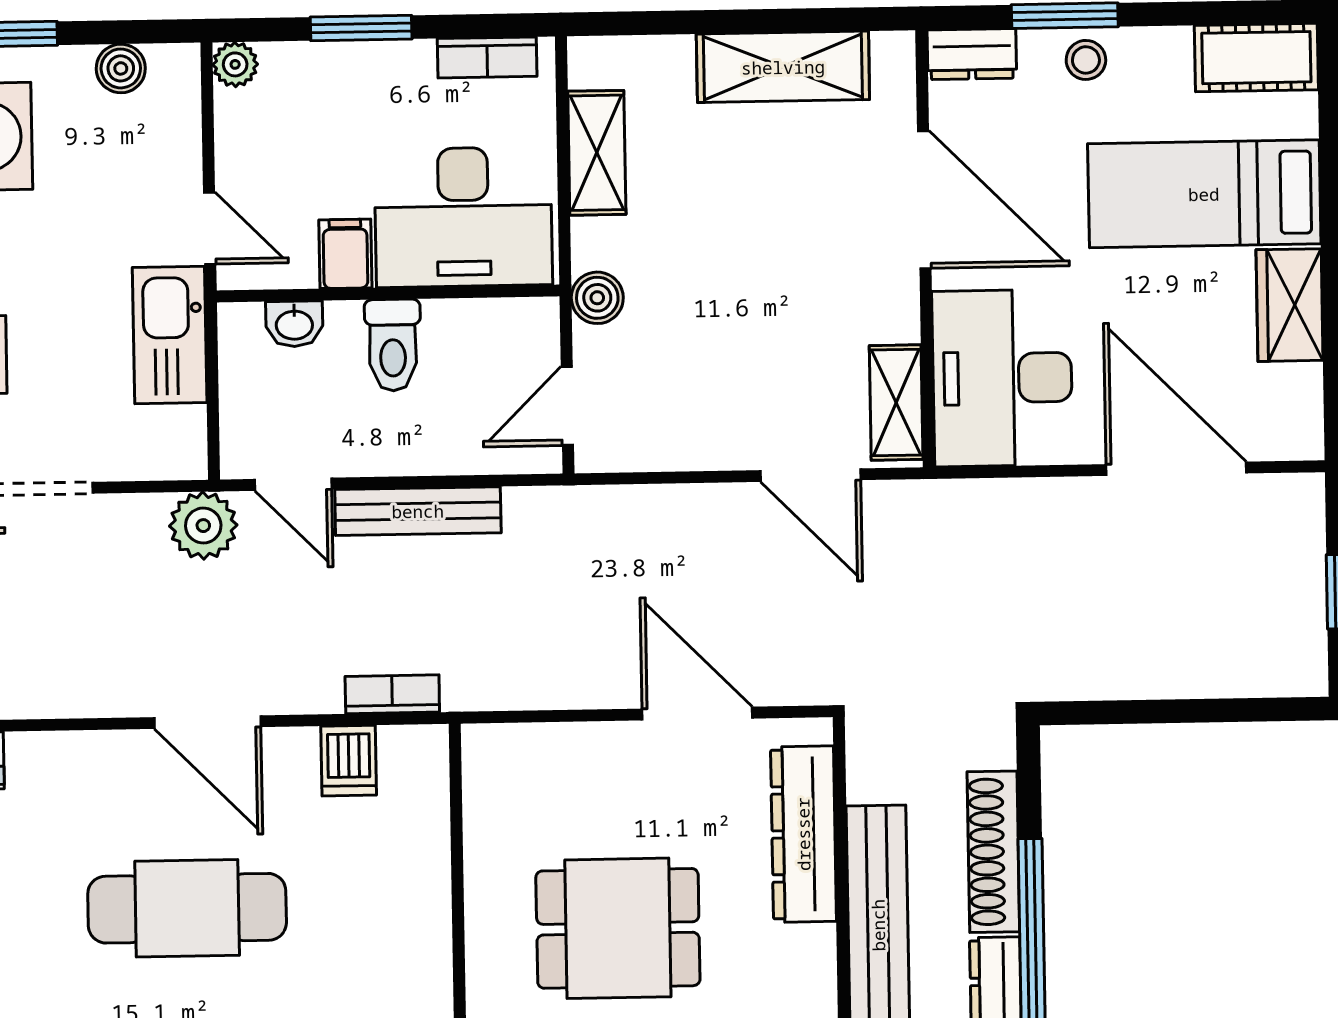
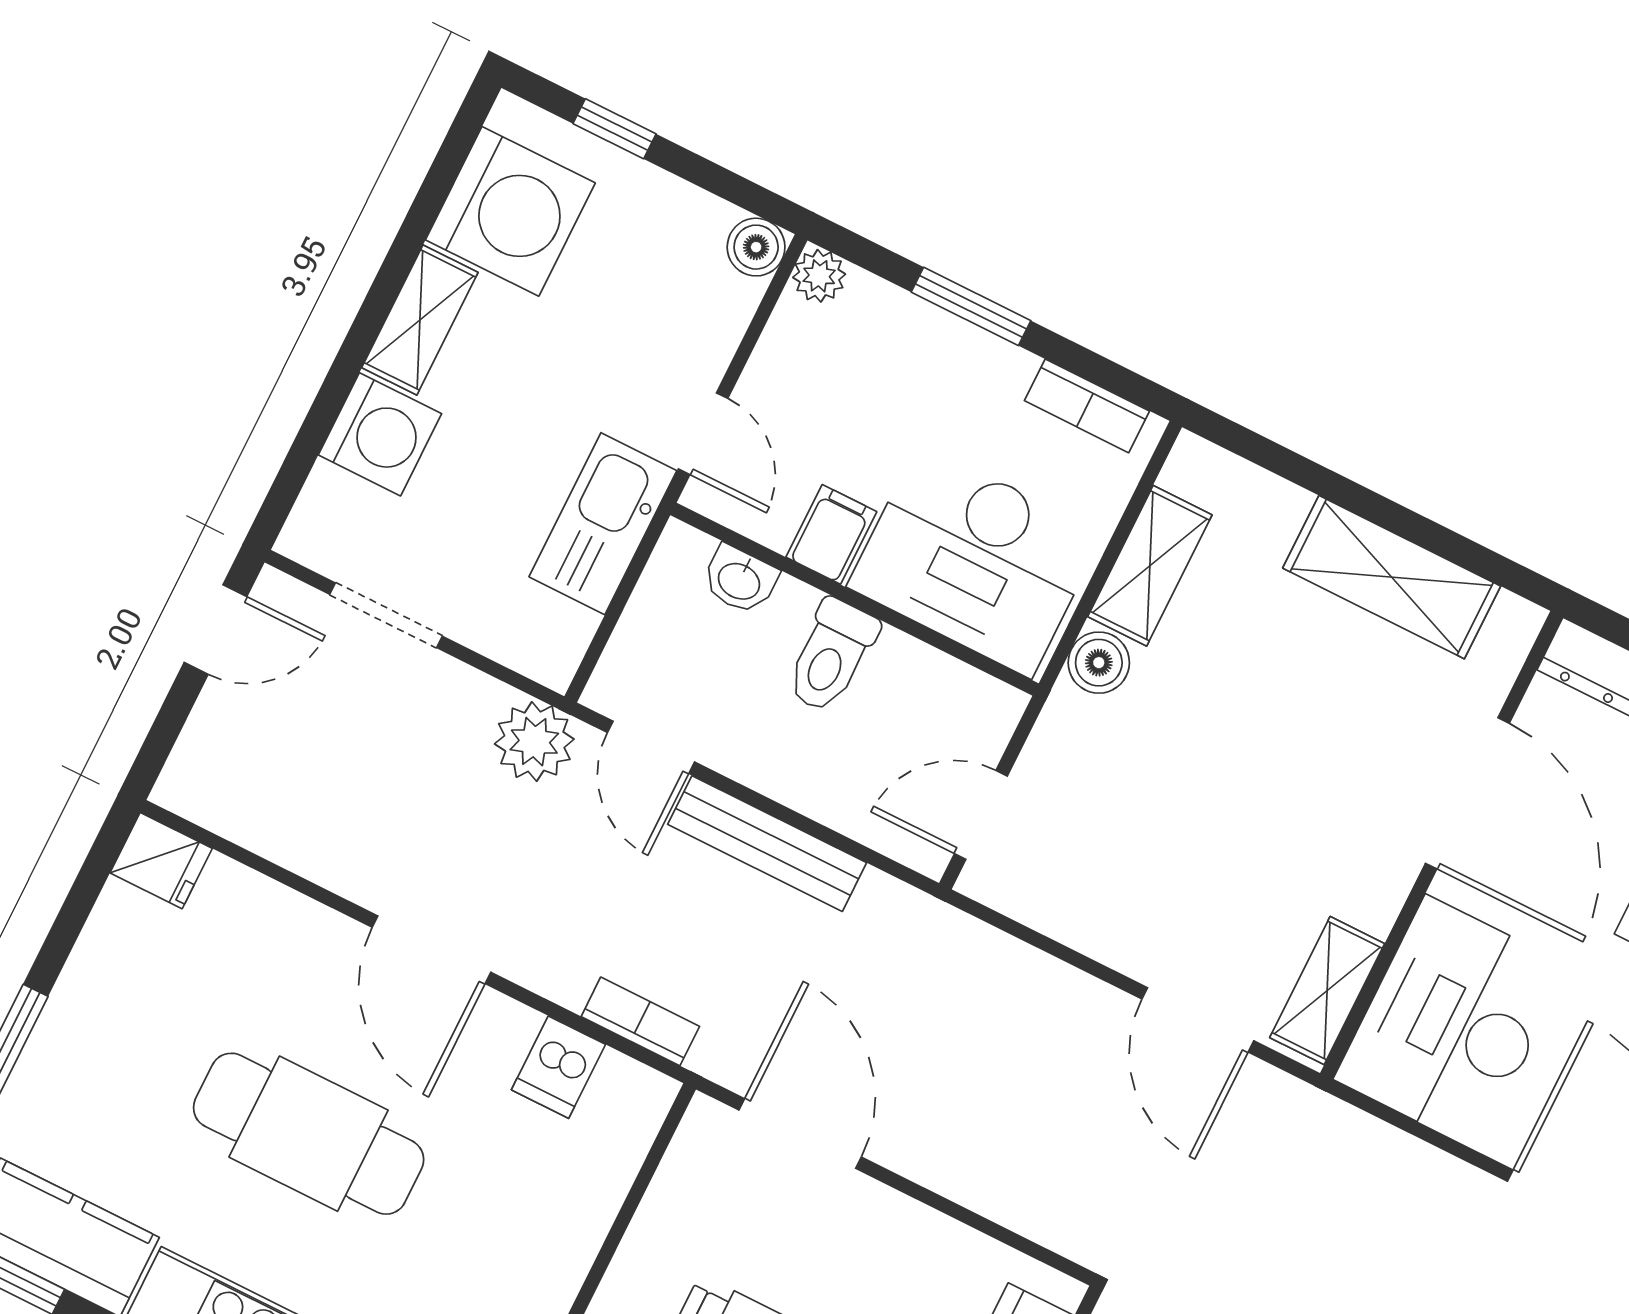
boiler: (121, 68) -> (756, 247), moved
boiler: (597, 298) -> (1099, 663), moved
door: (697, 714) -> (800, 1134), moved

